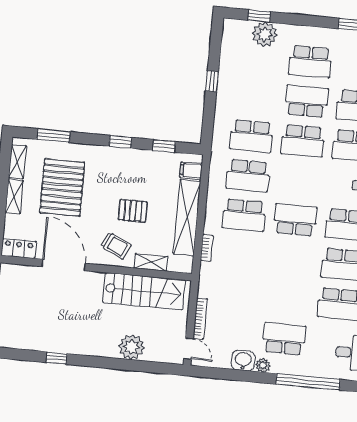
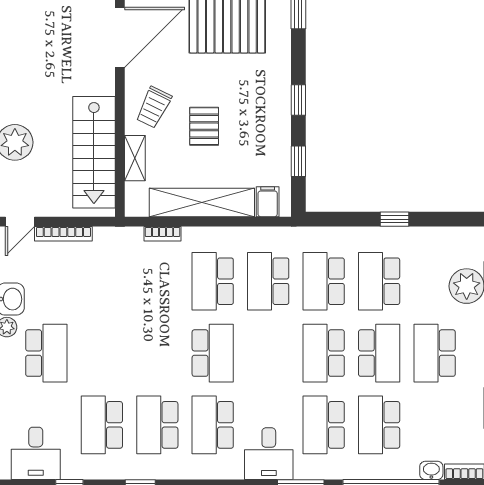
school desk: (255, 96) -> (379, 281), added

